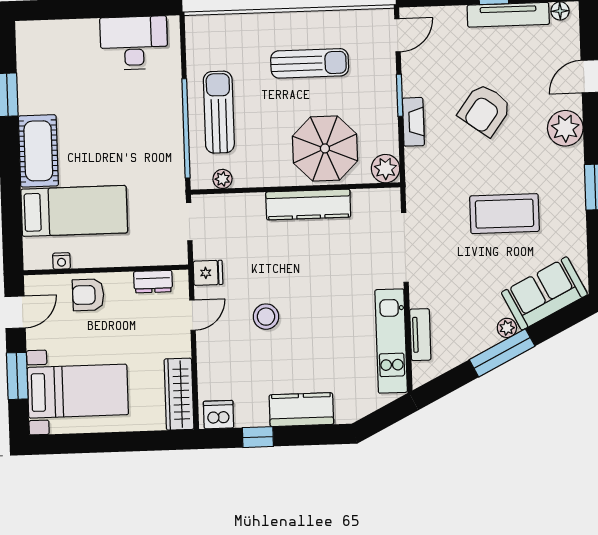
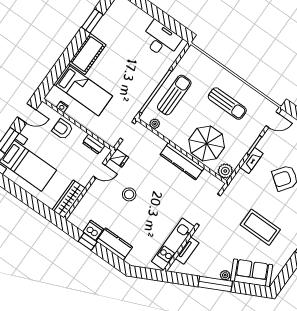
dishwasher: (219, 415) -> (93, 230), moved

